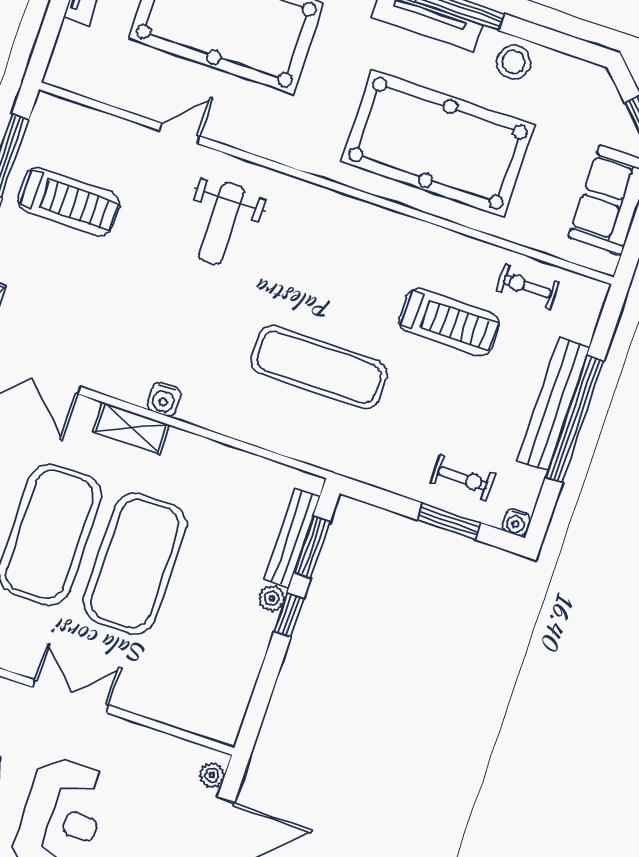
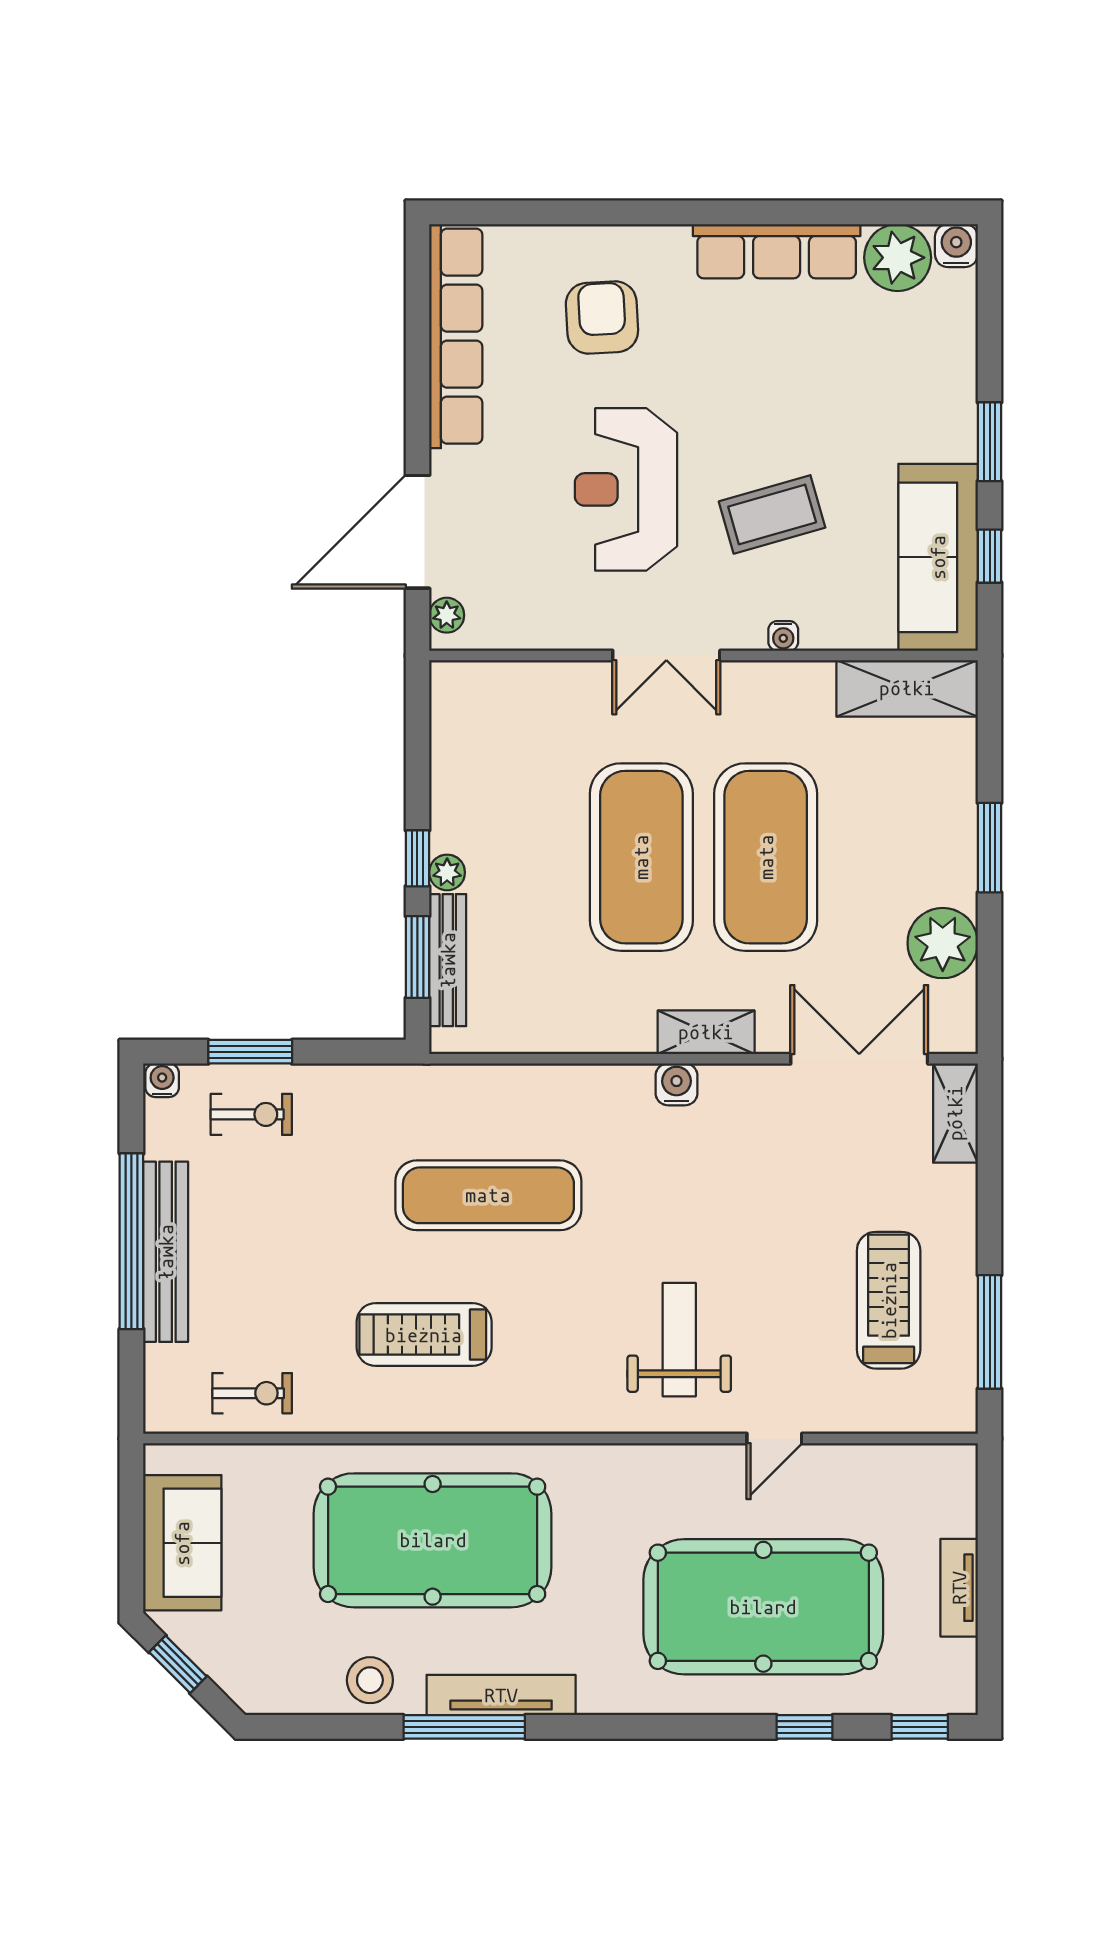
treadmill: (69, 202) -> (889, 1300), turned 90
treadmill: (449, 322) -> (424, 1335), moved
exercise bike: (463, 478) -> (251, 1114), turned 180

